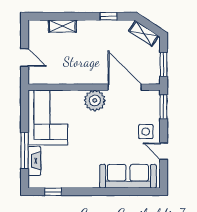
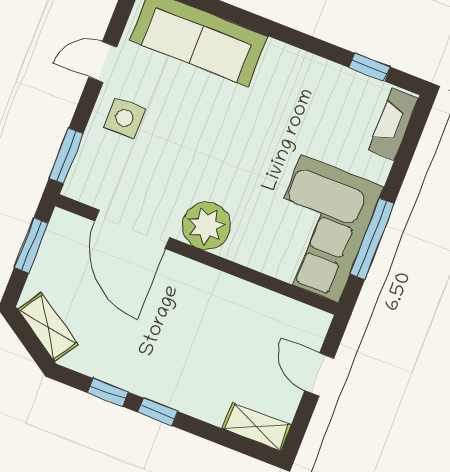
window: (85, 16) -> (158, 412), added
shelving: (62, 26) -> (257, 427), moved
window: (25, 151) -> (372, 239), moved
door: (164, 151) -> (103, 62), swing flipped
fireplace: (34, 161) -> (393, 124), moved

